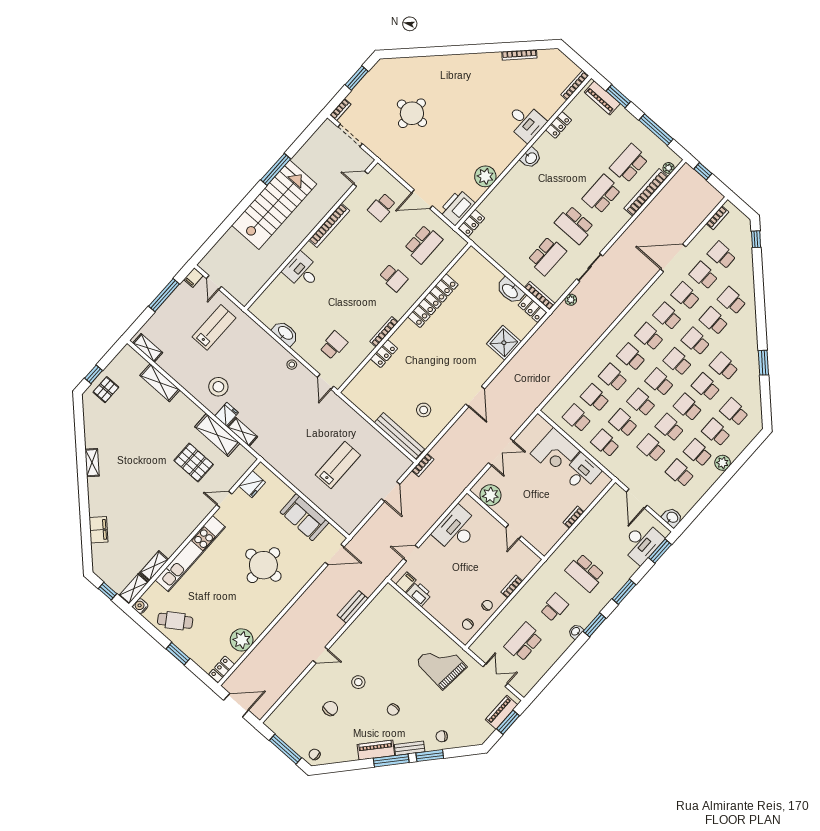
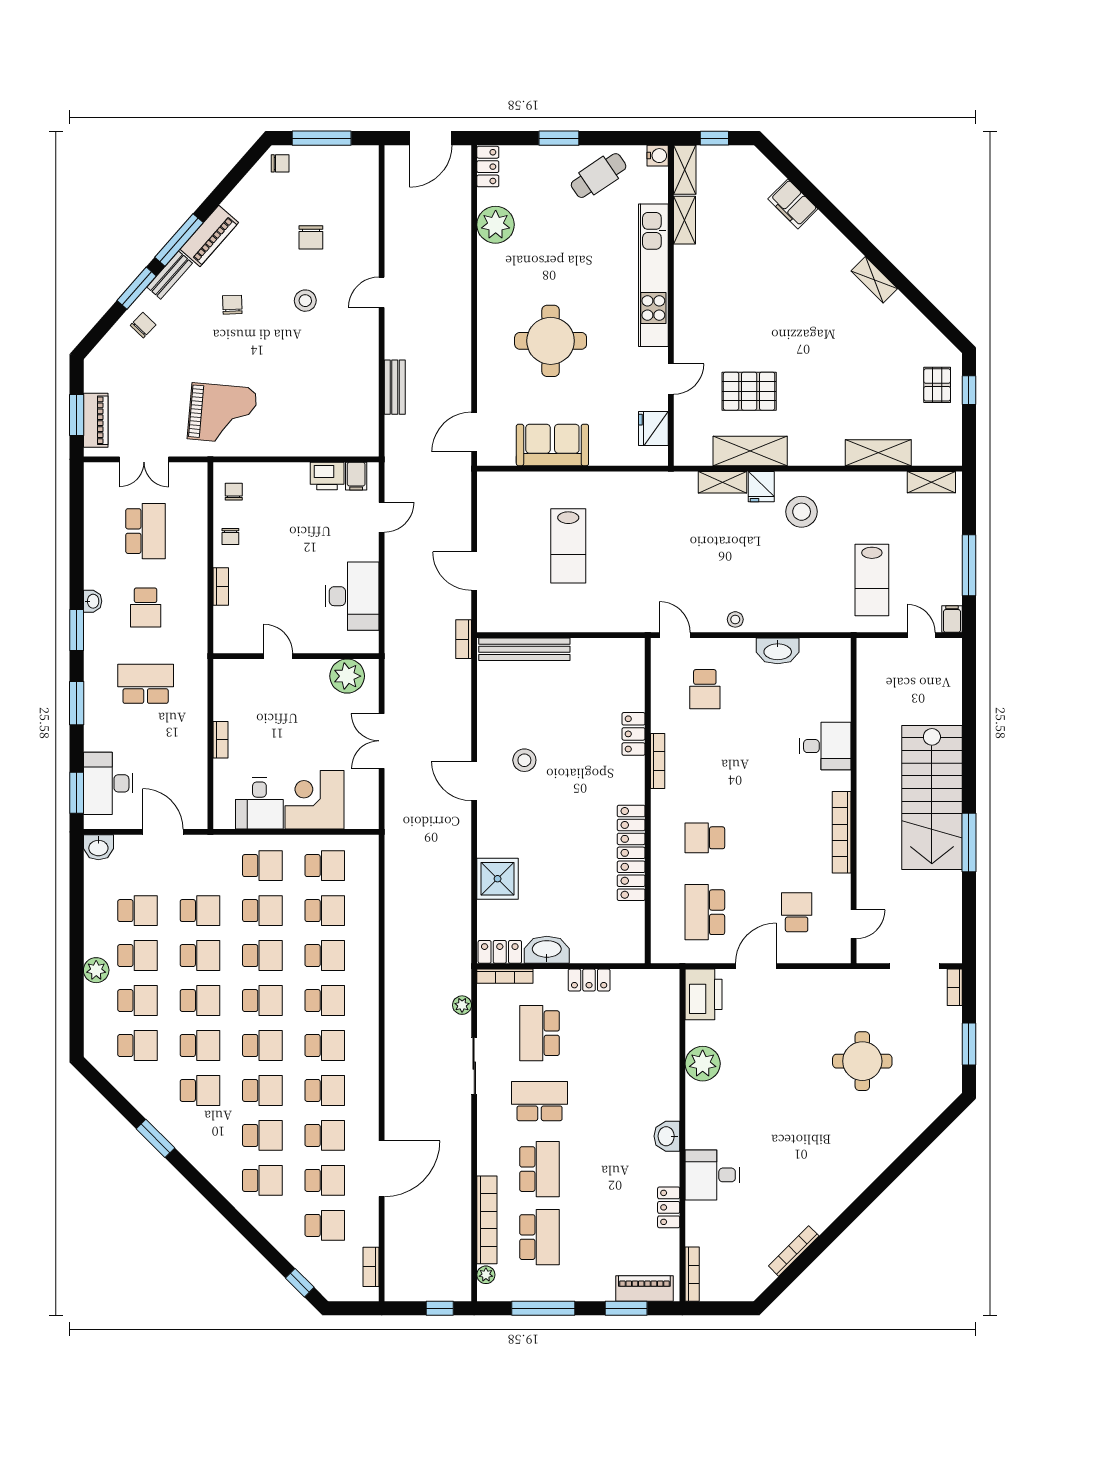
locker: (471, 223) -> (589, 980), moved, turned -90
stool: (424, 410) -> (524, 760), moved

